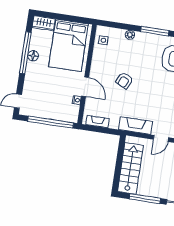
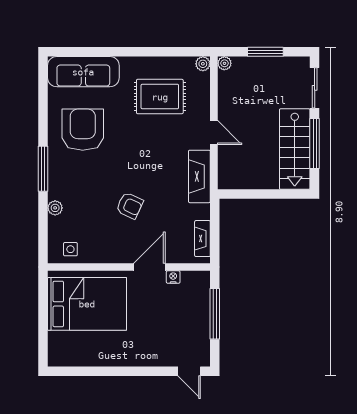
wardrobe: (44, 23) -> (58, 349), removed
window: (25, 53) -> (110, 371), removed
floor lamp: (33, 56) -> (113, 358), removed
window: (51, 122) -> (215, 314), width x0.68
stairs: (130, 168) -> (295, 149), moved, turned -90

